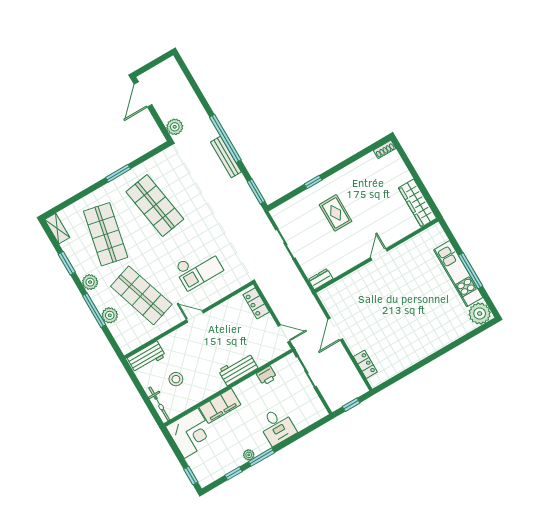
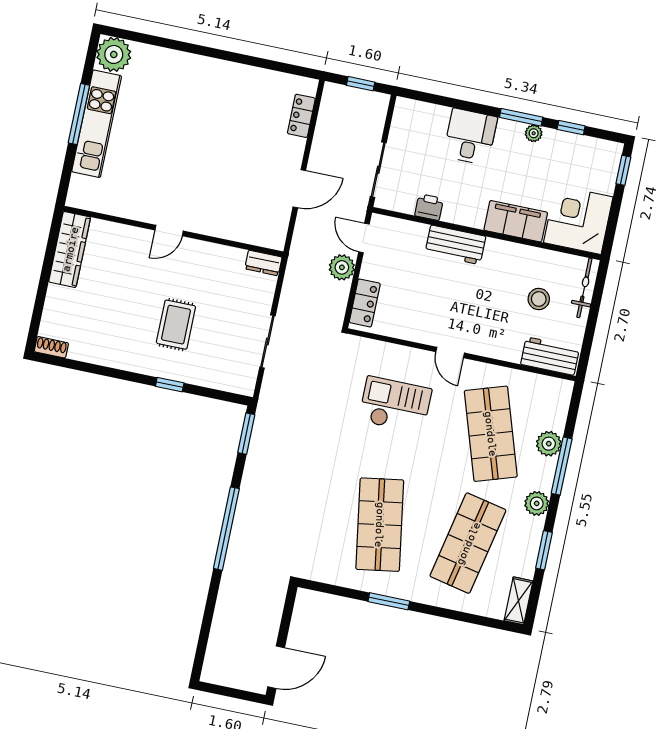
plant: (175, 127) -> (342, 267), moved
bench: (226, 157) -> (245, 506), removed

